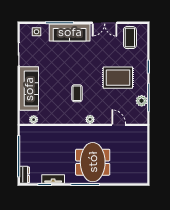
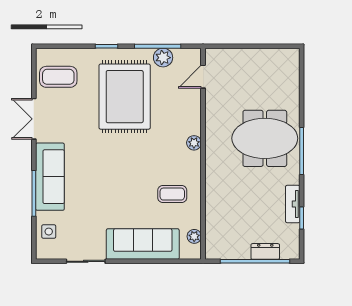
double door: (105, 23) -> (34, 119), swing flipped
rug: (118, 78) -> (125, 97), width x1.37, depth x1.44
coffee table: (77, 93) -> (172, 194), moved
door: (119, 125) -> (203, 77), moved
dresser: (24, 175) -> (265, 251), moved

